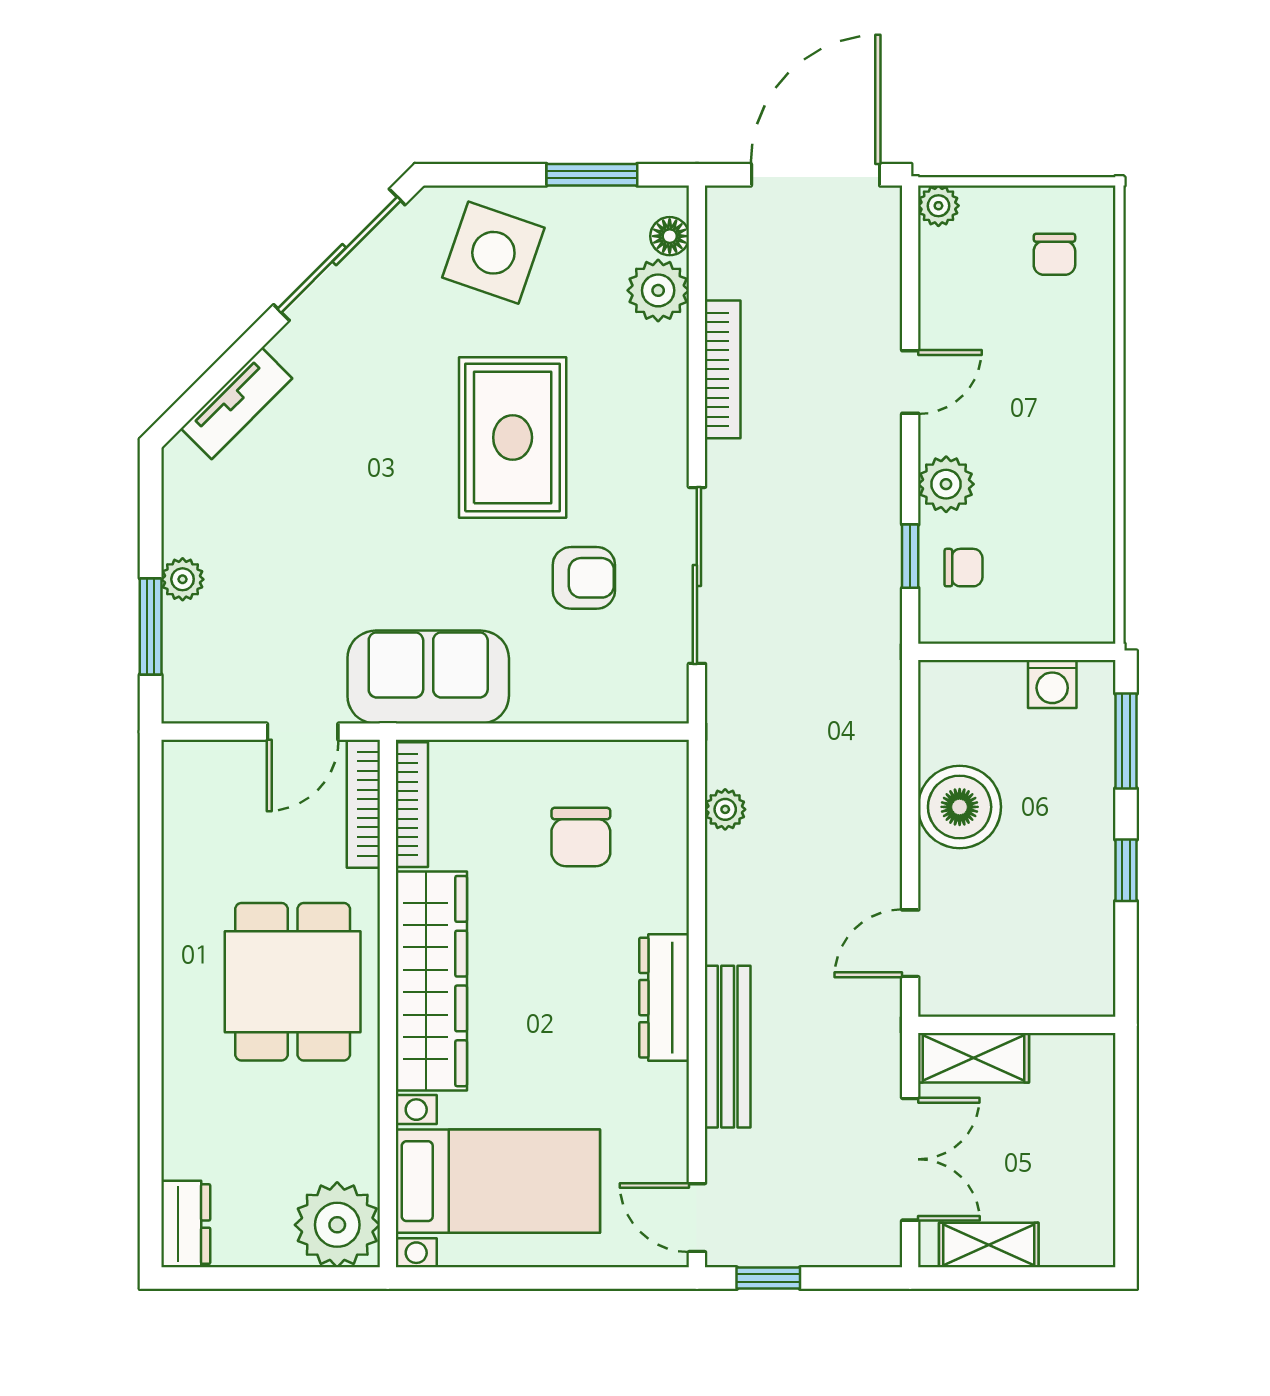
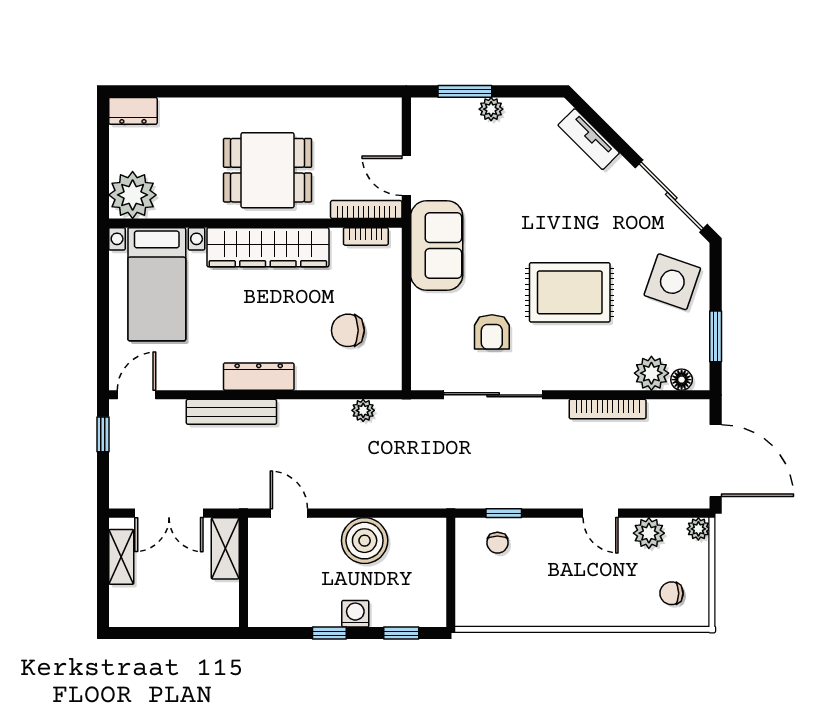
plant: (946, 484) -> (649, 533), moved
washing machine: (1052, 684) -> (355, 614), moved, turned 90
window: (1126, 741) -> (401, 633), width x0.67
bookcase: (412, 805) -> (366, 236), width x0.64

